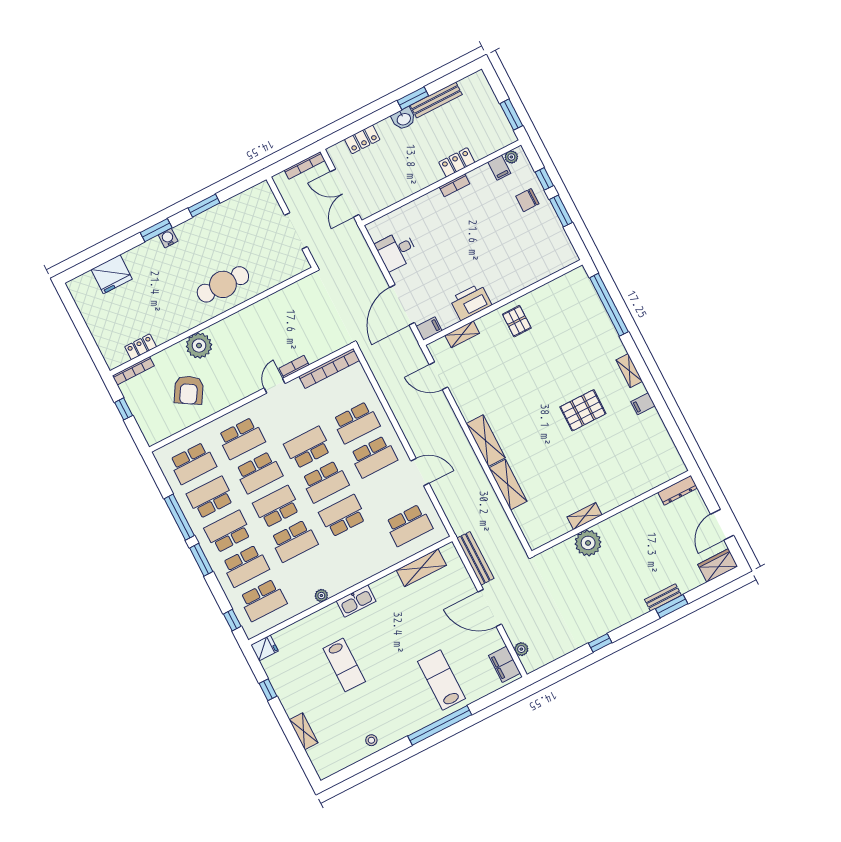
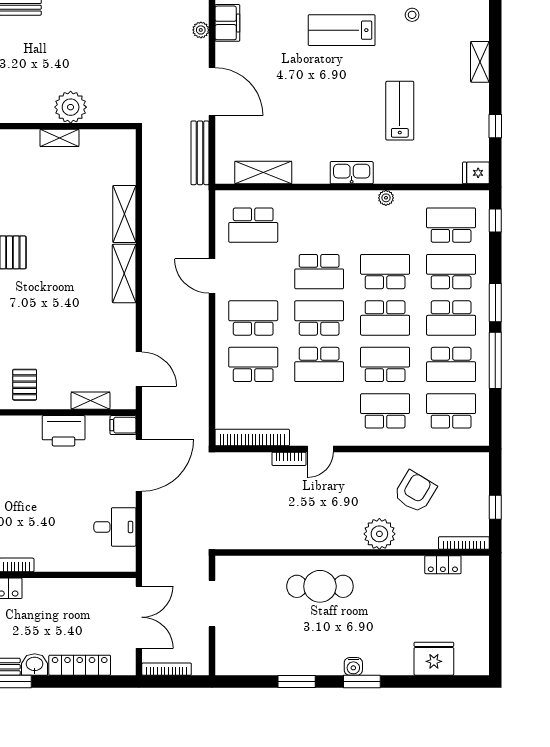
locker: (362, 139) -> (80, 665), width x1.53
school desk: (409, 525) -> (253, 225), turned 180
lab bench: (441, 680) -> (342, 30), moved, turned 90

